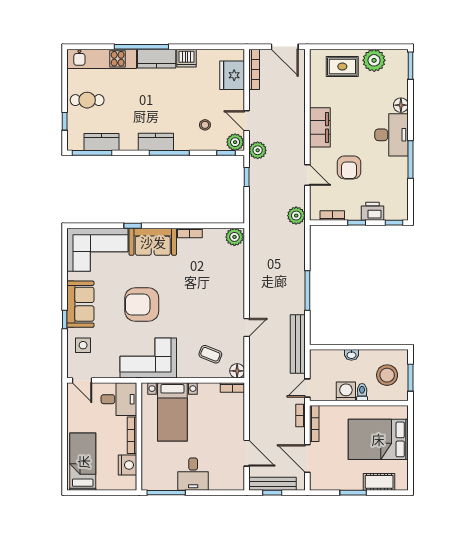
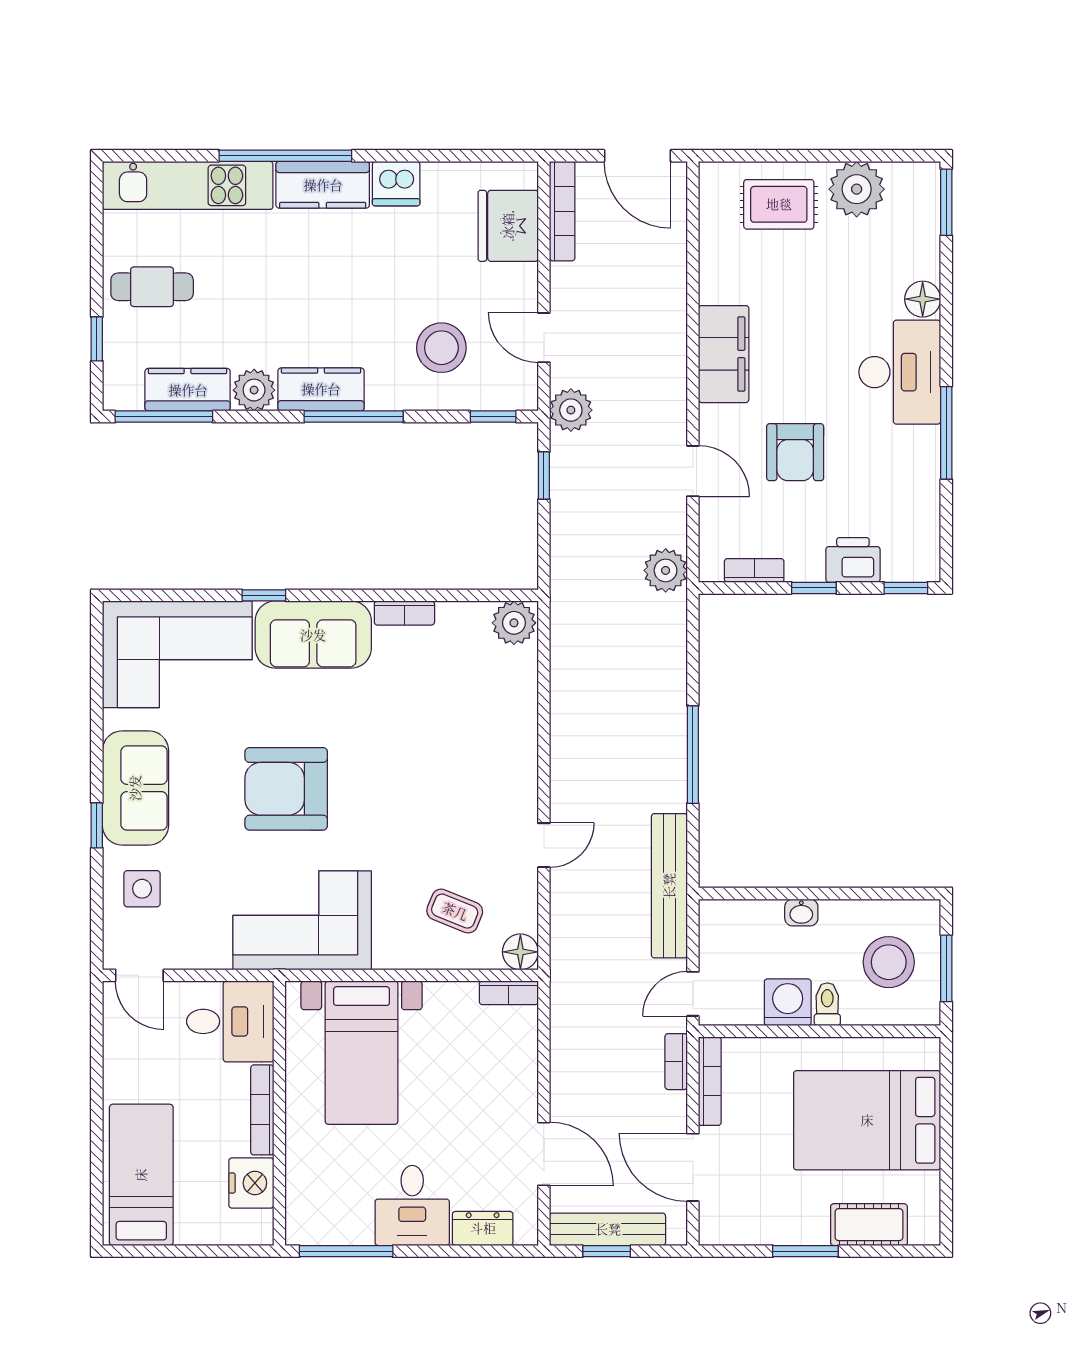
stool: (205, 125) -> (441, 348), width x1.89, depth x1.89
plant: (235, 142) -> (254, 390), moved
dresser: (222, 484) -> (483, 1228), added

